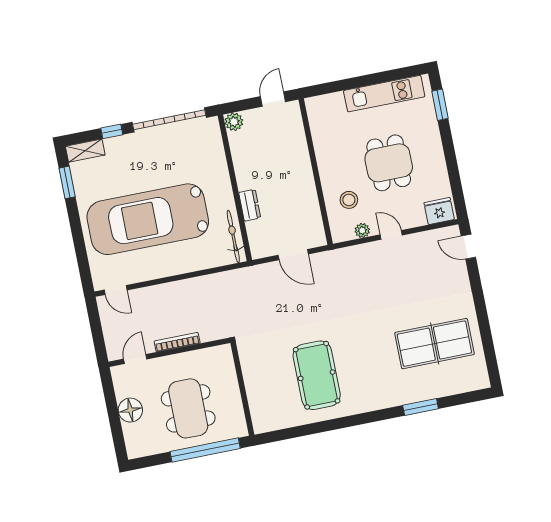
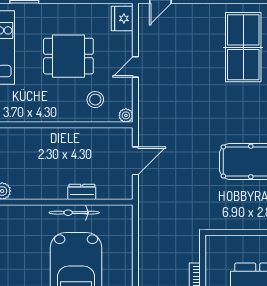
plant: (362, 230) -> (126, 115), moved
bicycle: (233, 236) -> (74, 213), moved

